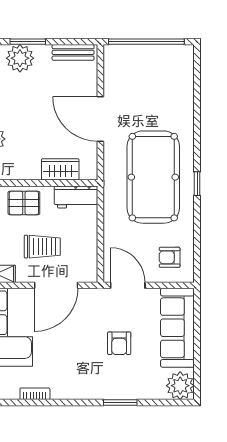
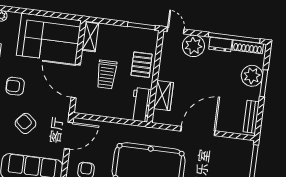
armchair: (119, 343) -> (26, 123), turned 41
armchair: (73, 363) -> (15, 86), added

